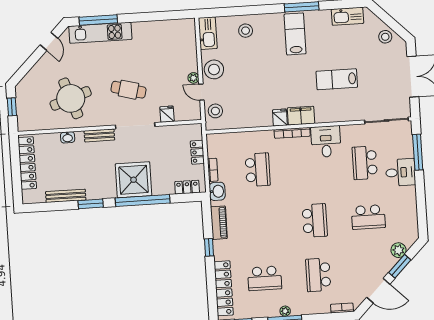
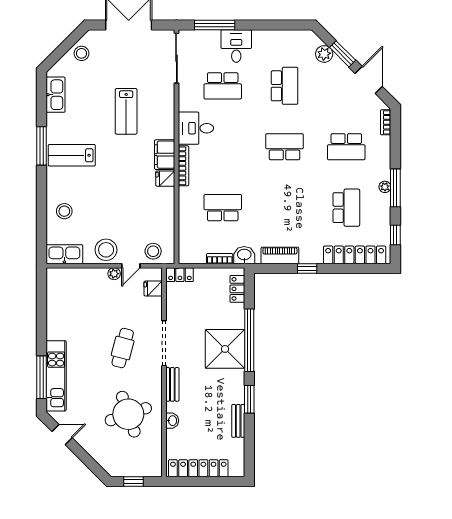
fridge: (167, 114) -> (153, 289), moved
locker: (197, 152) -> (180, 275), moved
bench: (66, 196) -> (238, 421), width x0.73

